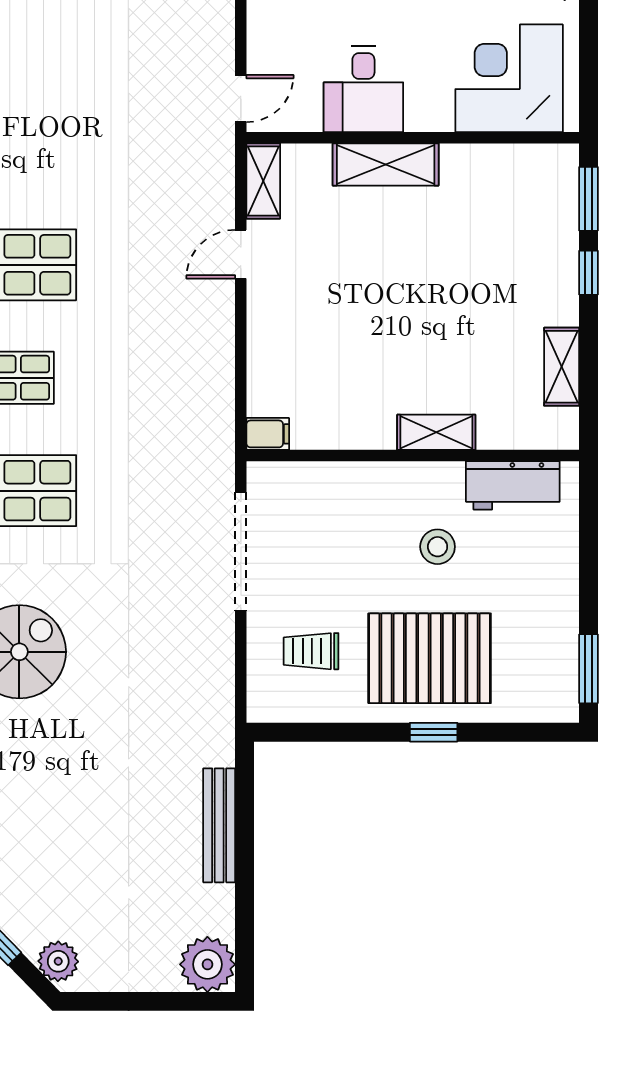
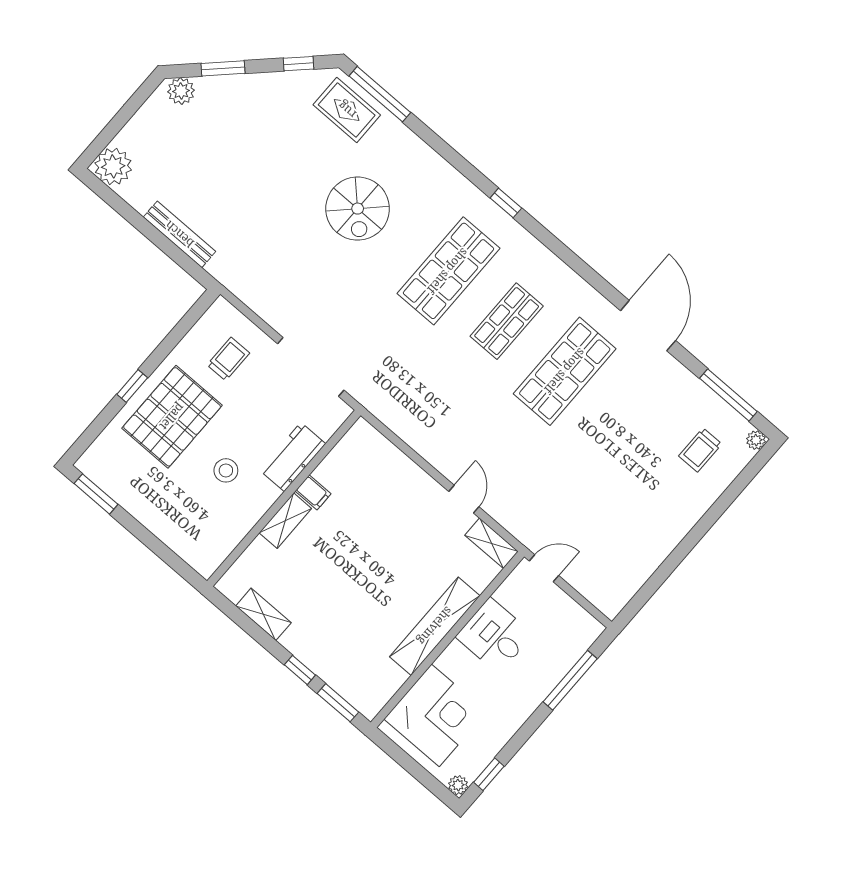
door: (241, 99) -> (544, 568), swing flipped
shelving: (386, 164) -> (435, 626), width x1.47
filing cabinet: (268, 434) -> (313, 492), moved, turned -90
workbench: (513, 485) -> (293, 457), moved

